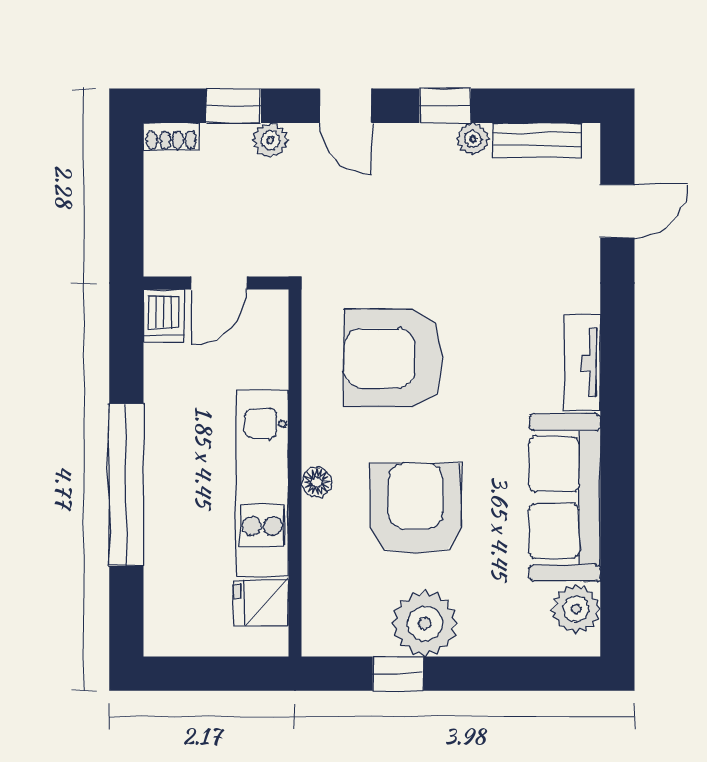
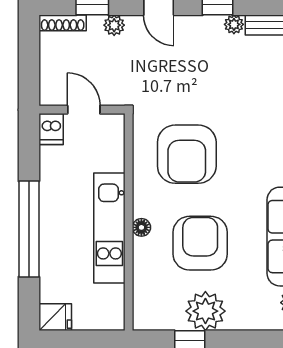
shoe rack: (171, 136) -> (63, 23), width x1.43
door: (219, 283) -> (84, 110), swing flipped
armchair: (393, 358) -> (187, 154), turned -90
fridge: (261, 603) -> (55, 317), moved, turned 180

